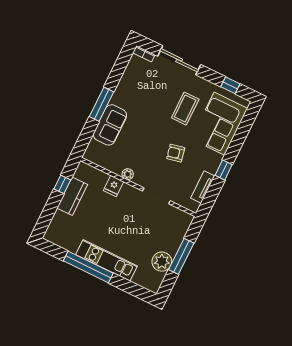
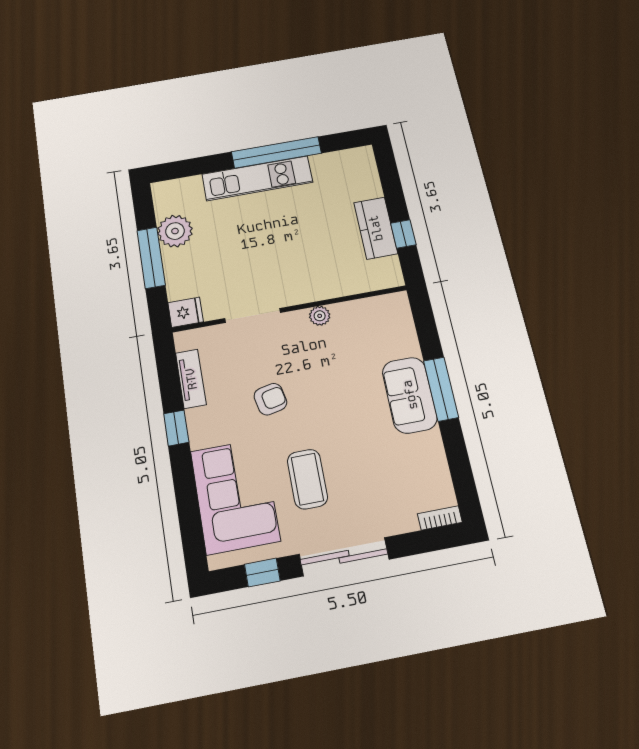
sliding door: (179, 60) -> (344, 557), moved
sofa: (110, 125) -> (410, 395), moved
fridge: (114, 186) -> (186, 312), moved, turned 90

